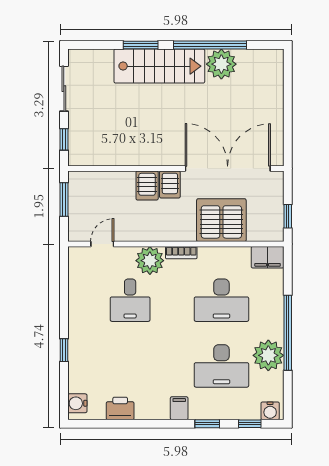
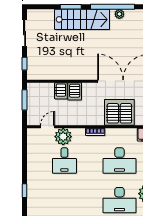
plant: (221, 64) -> (119, 14), width x0.53, depth x0.53
server rack: (170, 185) -> (61, 91), moved
plant: (150, 261) -> (63, 137), moved

